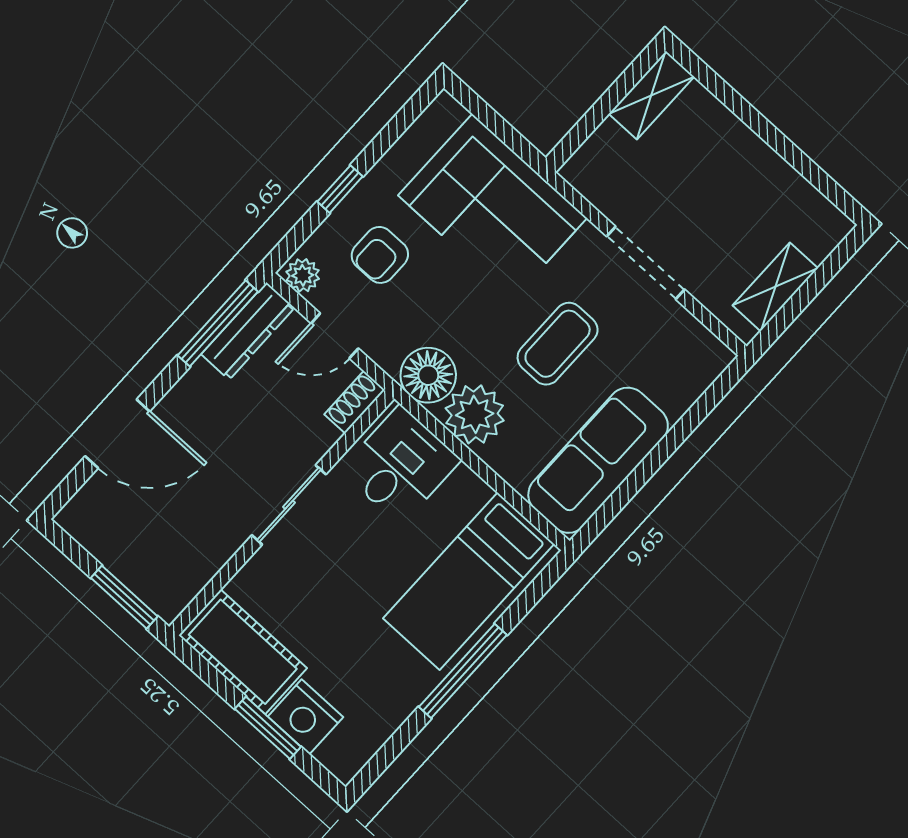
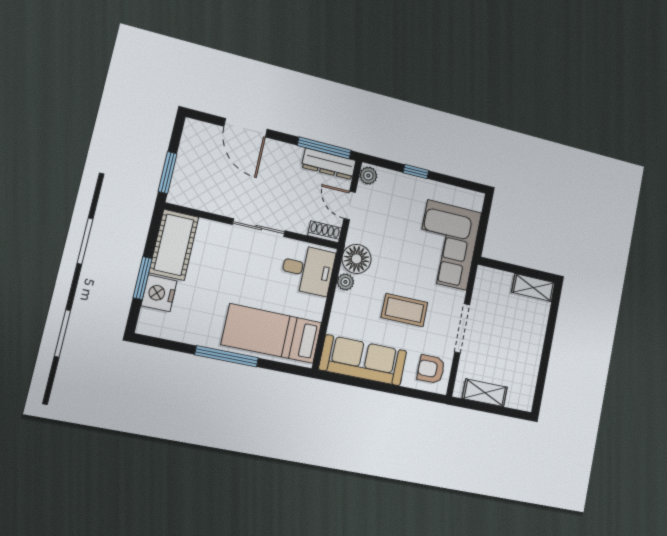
armchair: (380, 255) -> (431, 369), moved
plant: (475, 414) -> (345, 282), width x0.53, depth x0.53

